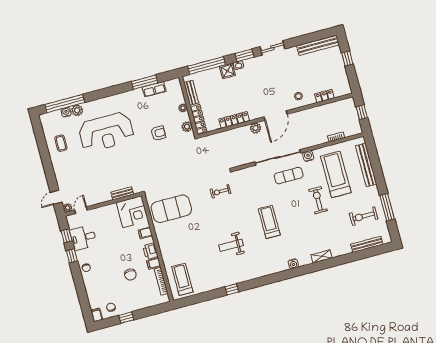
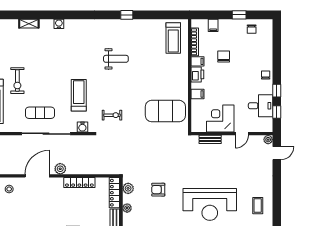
reception desk: (106, 132) -> (210, 204), turned 180
water cooler: (308, 156) -> (82, 127), moved
door: (81, 210) -> (242, 134), moved
corner desk: (132, 212) -> (220, 118), moved
treadmill: (269, 222) -> (79, 95), moved, turned 180
filing cabinet: (97, 315) -> (213, 25), moved

